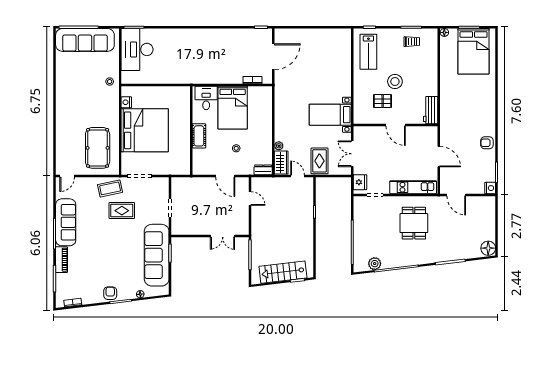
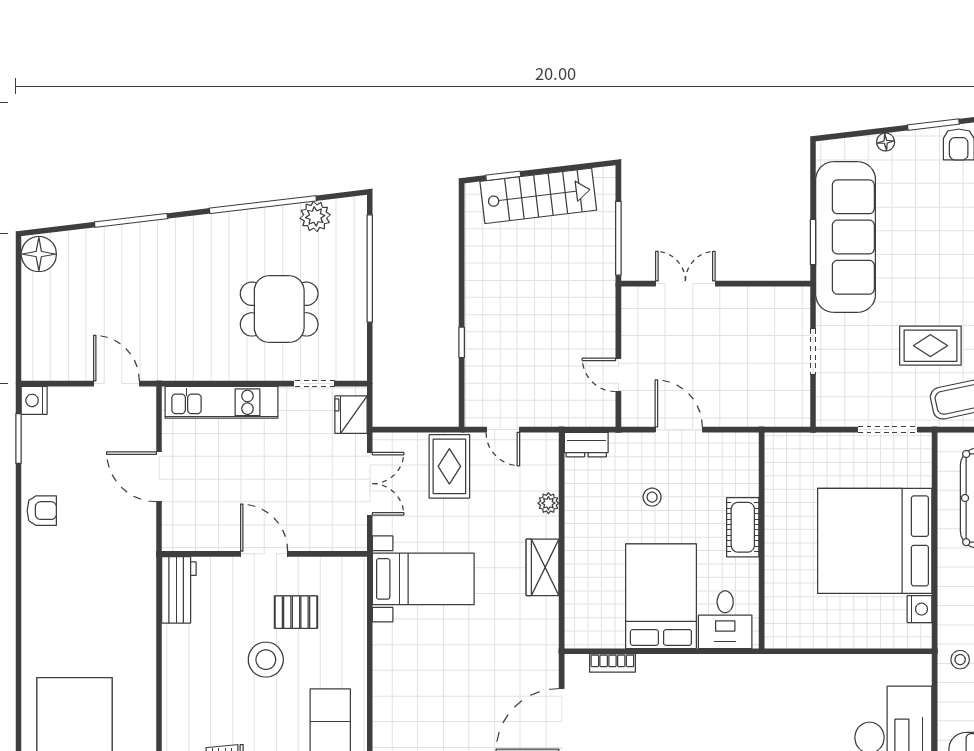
wardrobe: (281, 163) -> (543, 567), moved
dining table: (414, 223) -> (279, 309), moved, turned 90

